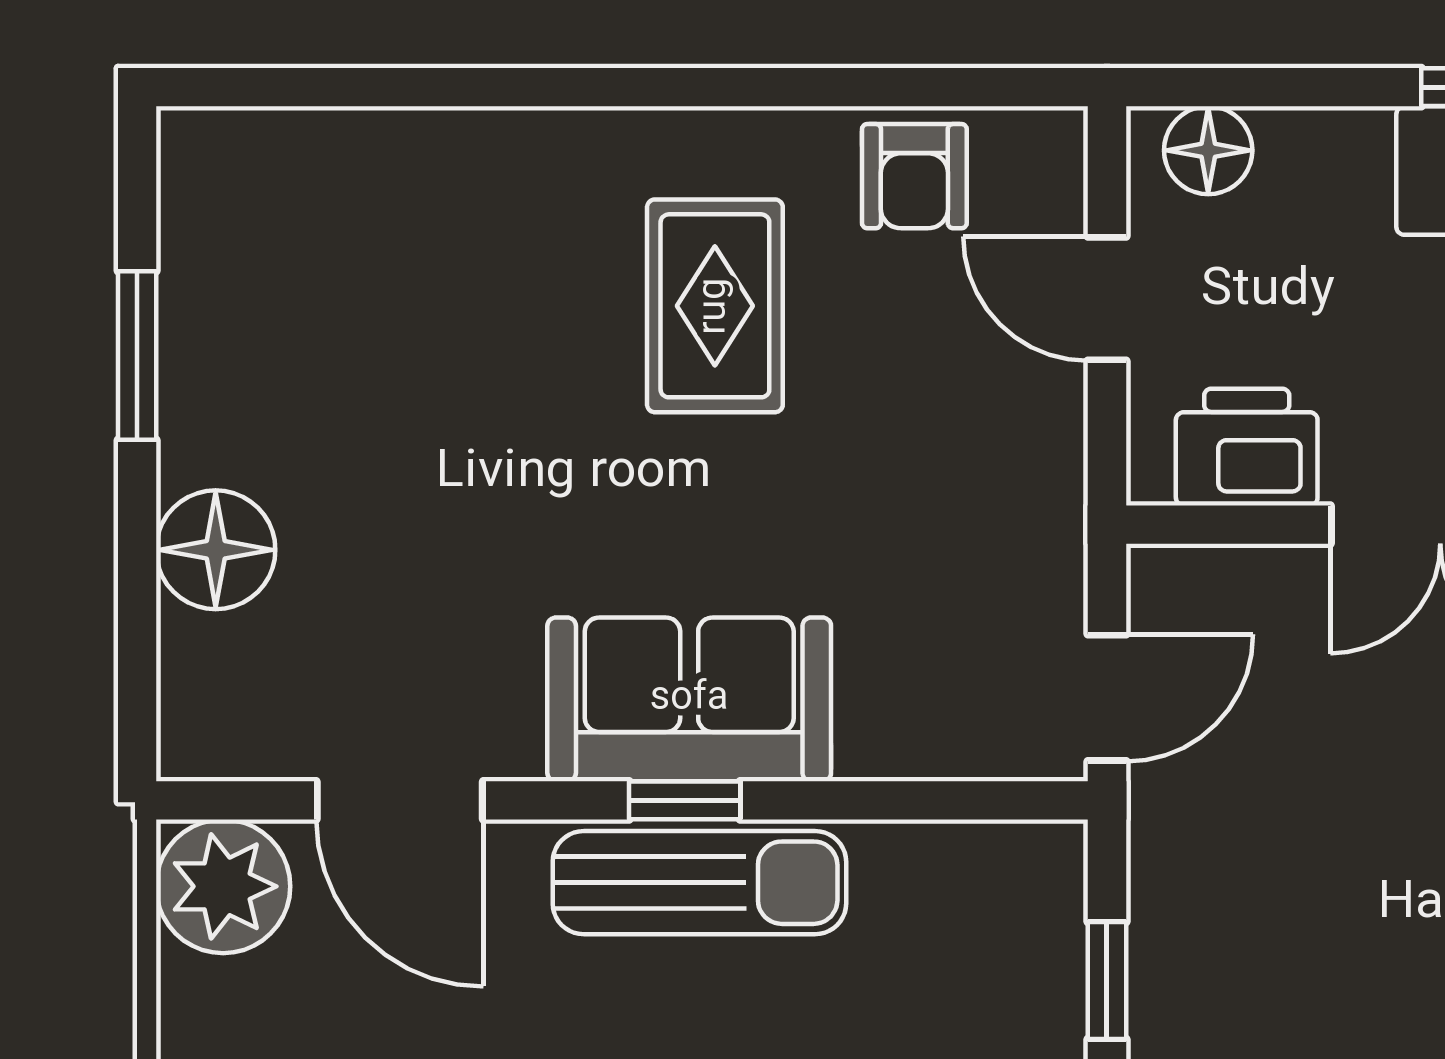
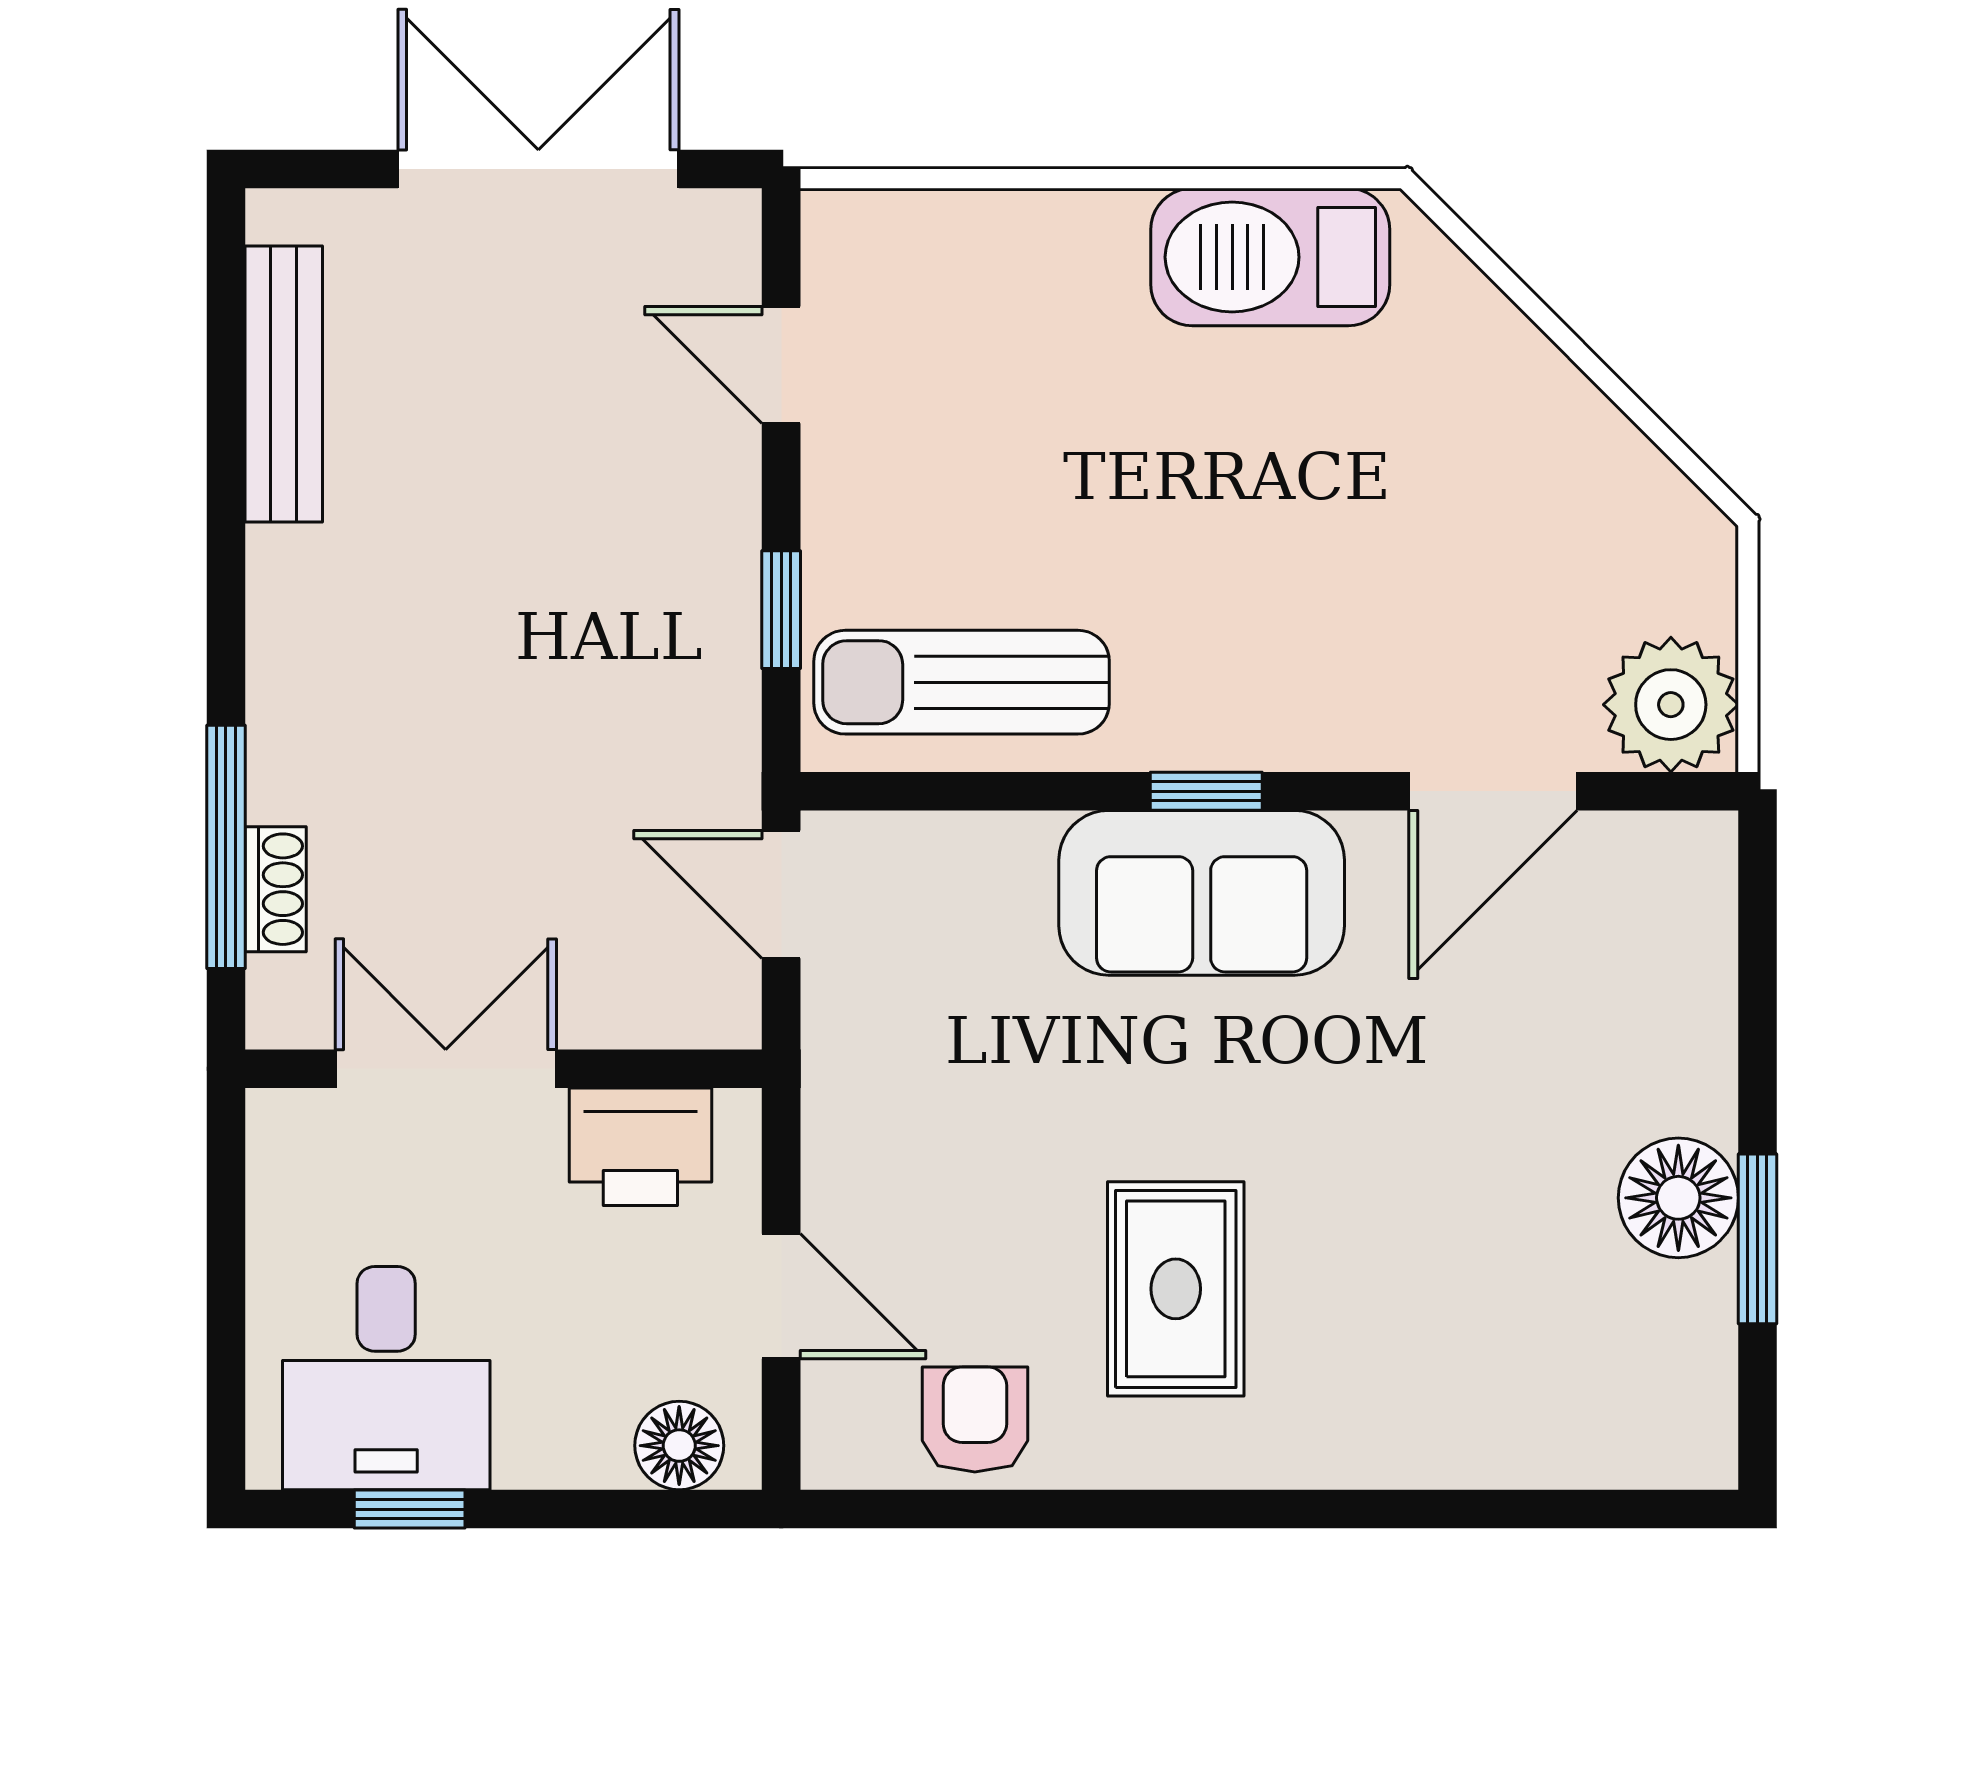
floor lamp: (216, 550) -> (1678, 1198), moved
door: (1107, 698) -> (781, 894), hinge flipped
door: (400, 800) -> (1493, 791), swing flipped
sun lounger: (699, 883) -> (962, 682), moved

